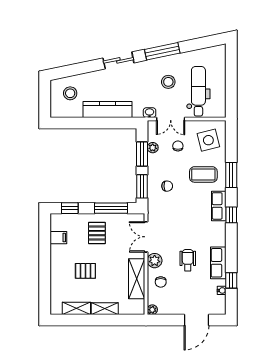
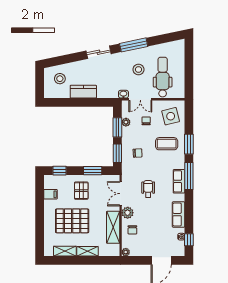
kitchen counter: (108, 109) -> (83, 92), width x0.67
row of seats: (219, 206) -> (179, 181), moved
window: (111, 208) -> (93, 171), width x0.69
window: (231, 215) -> (189, 176), width x2.17
wheelchair: (188, 260) -> (148, 189), moved
pallet: (85, 271) -> (72, 221), width x2.05, depth x2.00
window: (231, 280) -> (189, 240), moved

